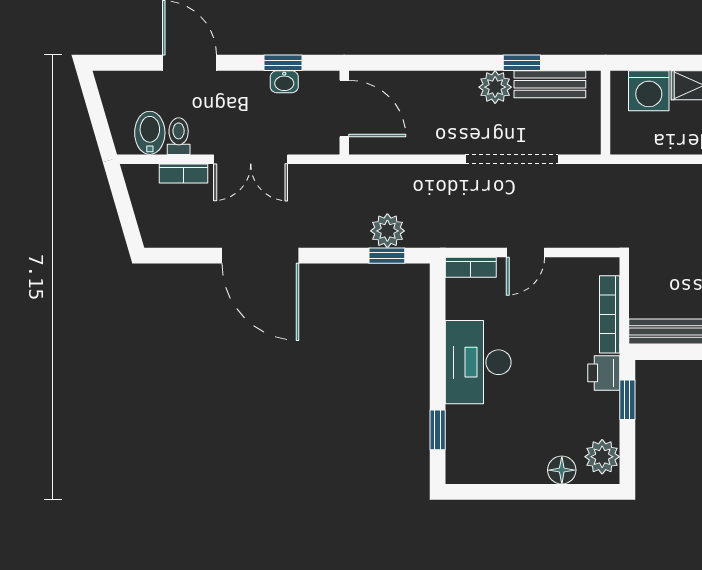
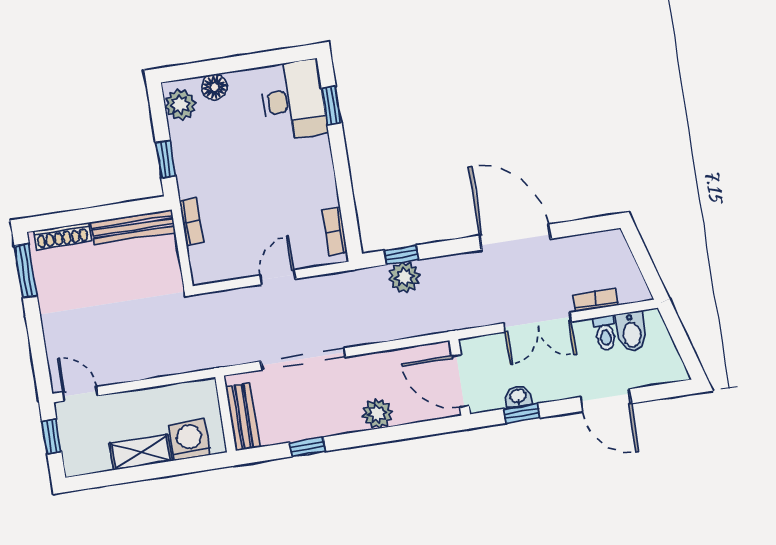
bench: (550, 84) -> (243, 417), moved, turned 90
plant: (495, 87) -> (377, 414), moved
double door: (251, 159) -> (537, 322), swing flipped
bookcase: (471, 267) -> (335, 231), moved, turned -90
bookcase: (610, 314) -> (191, 221), width x0.64
desk: (478, 362) -> (293, 100), moved
printer: (604, 373) -> (190, 180), removed

